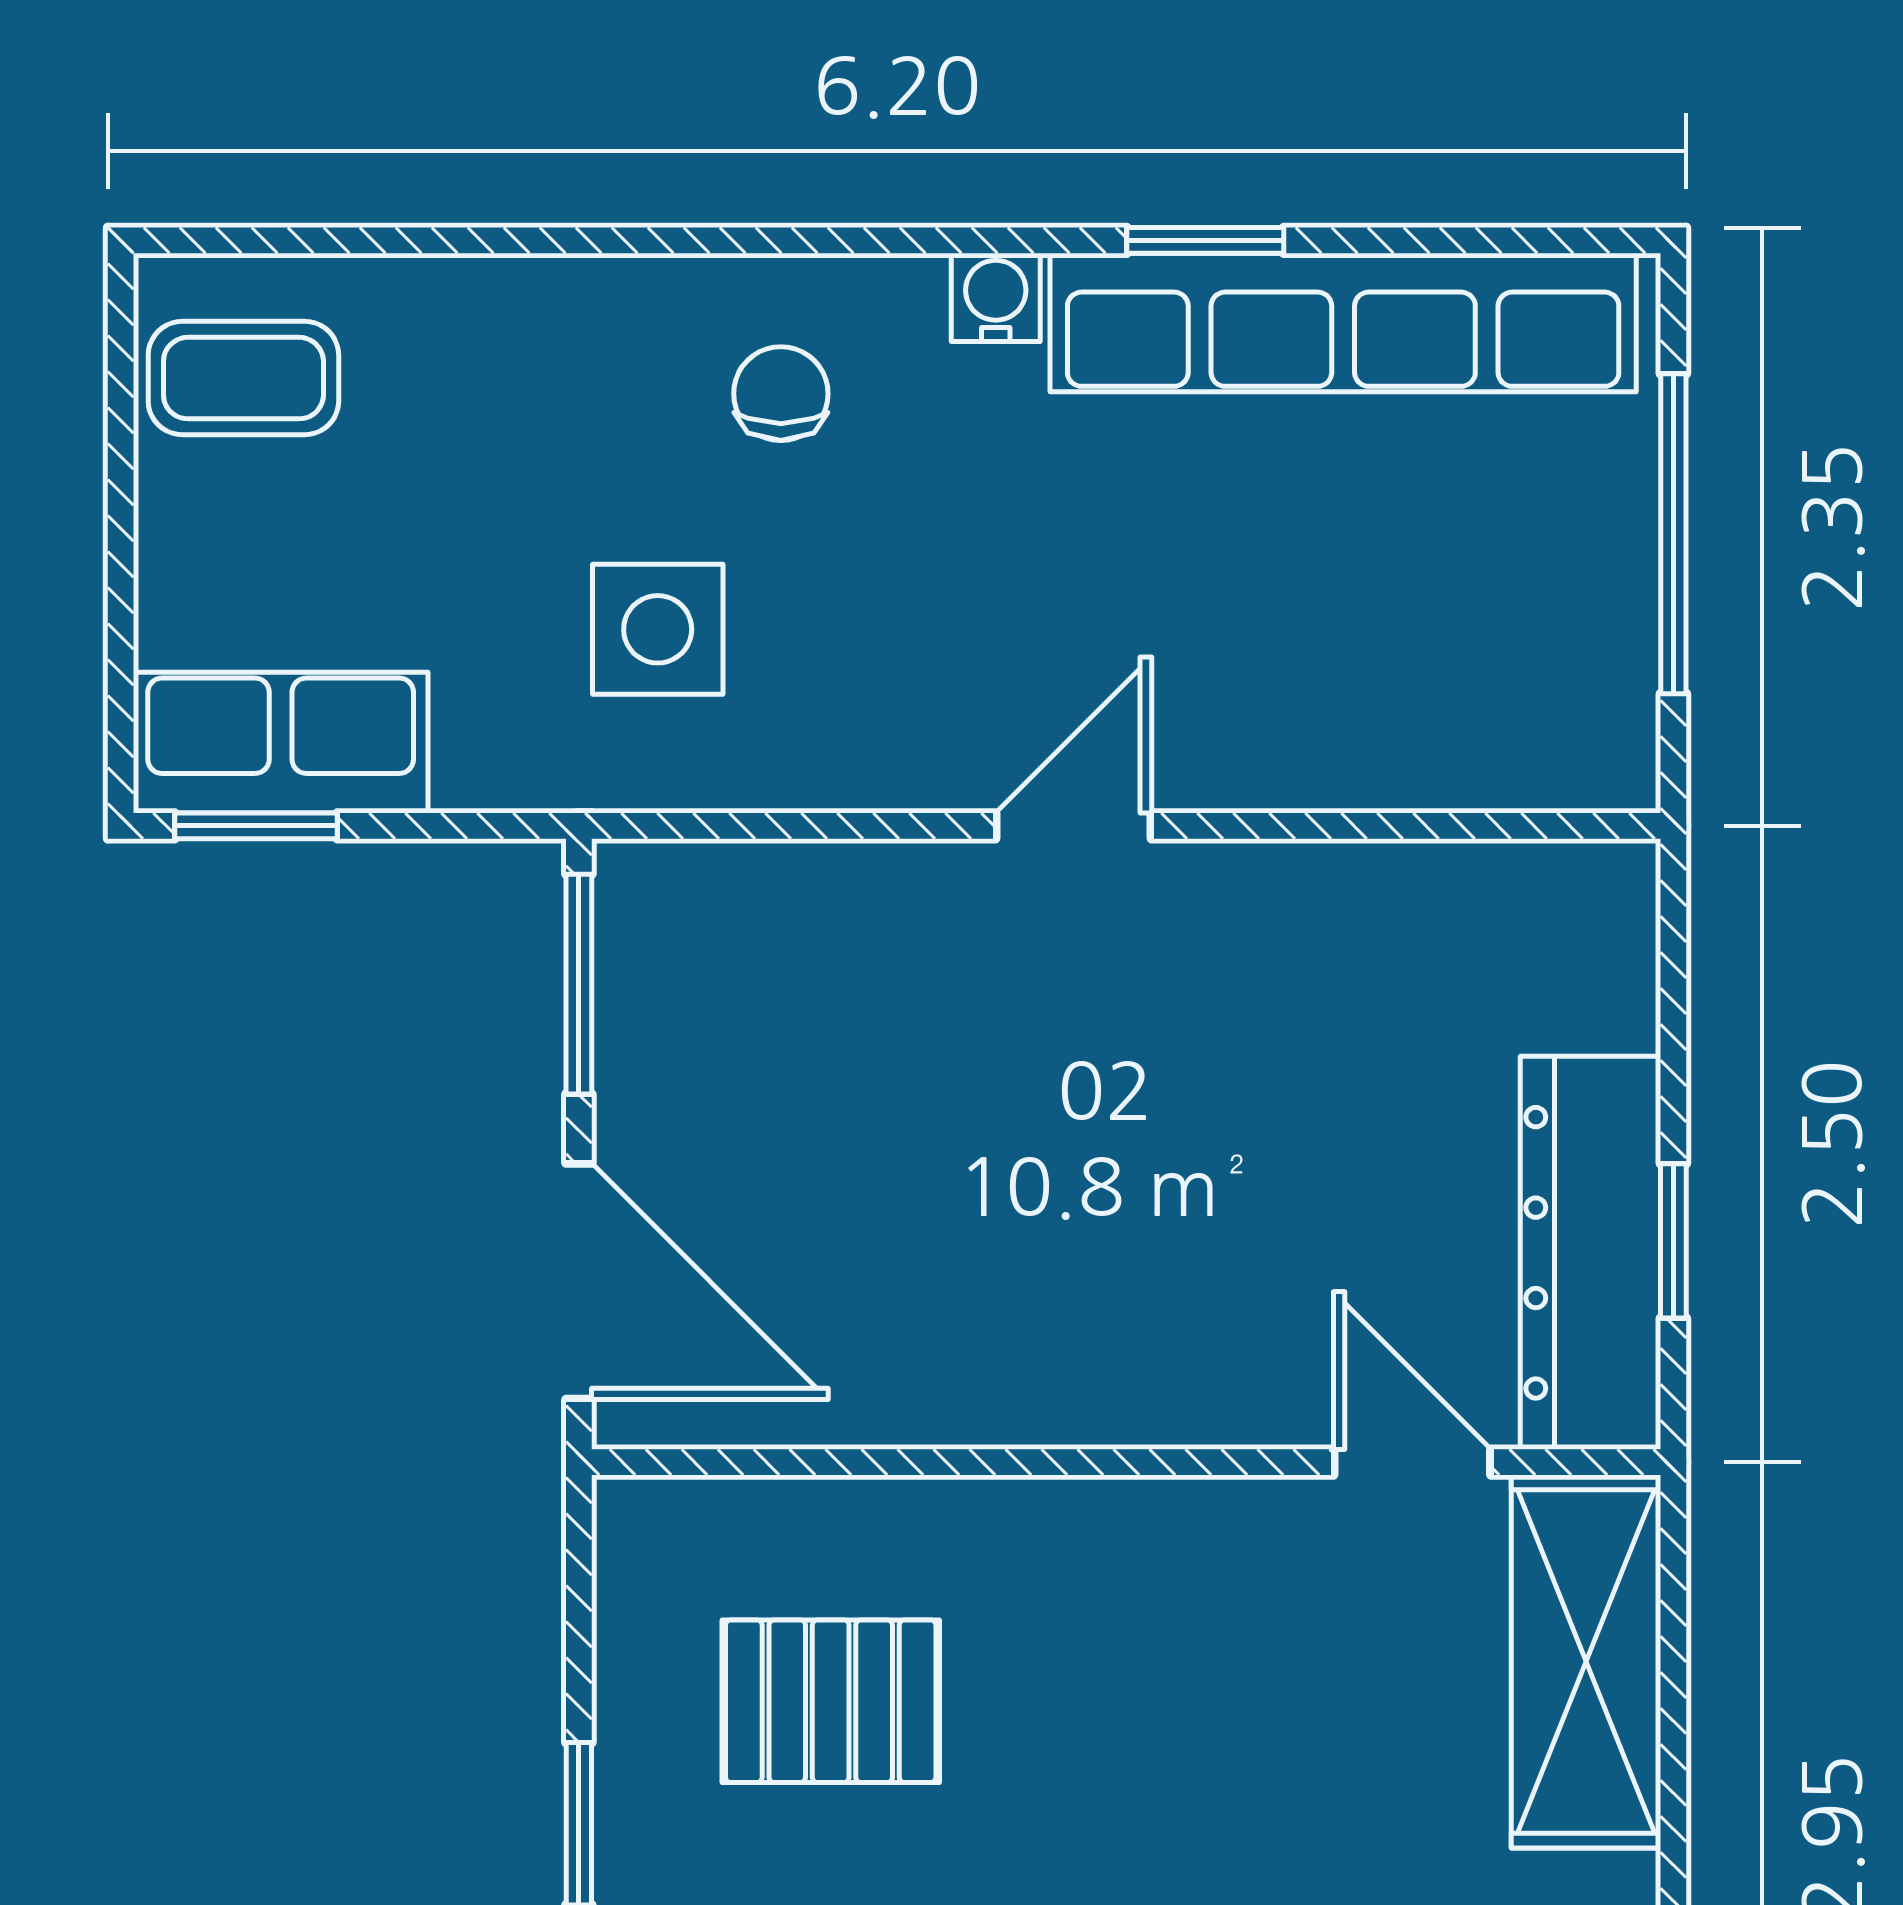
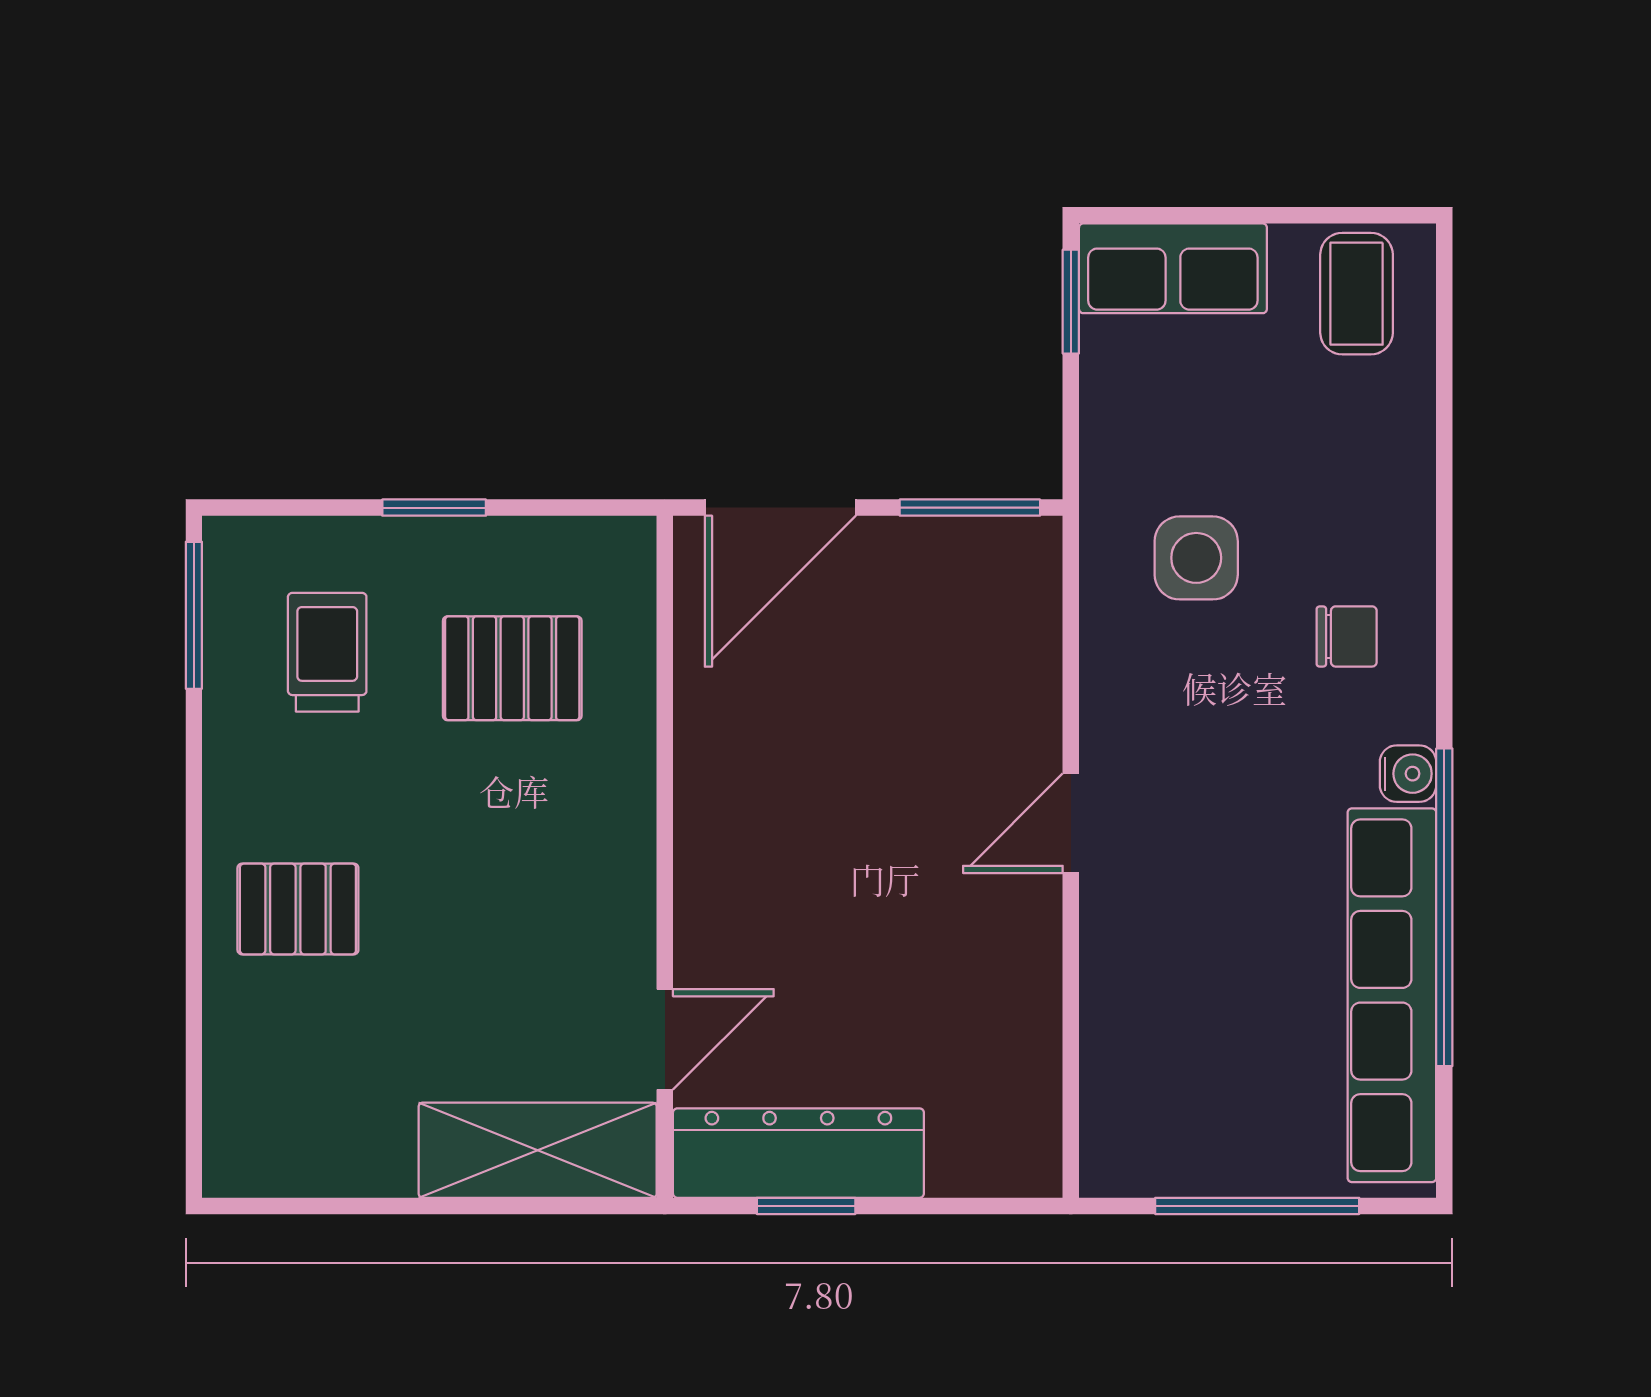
window: (1205, 240) -> (1444, 907), width x3.17
row of seats: (281, 743) -> (1173, 268), moved, turned 90
door: (1074, 826) -> (1071, 823), swing flipped
pallet: (831, 1701) -> (512, 668), turned 90

